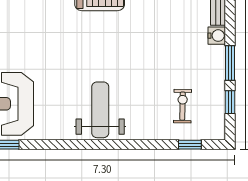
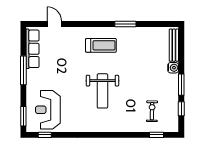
weight bench: (100, 110) -> (102, 91), moved, turned 180

